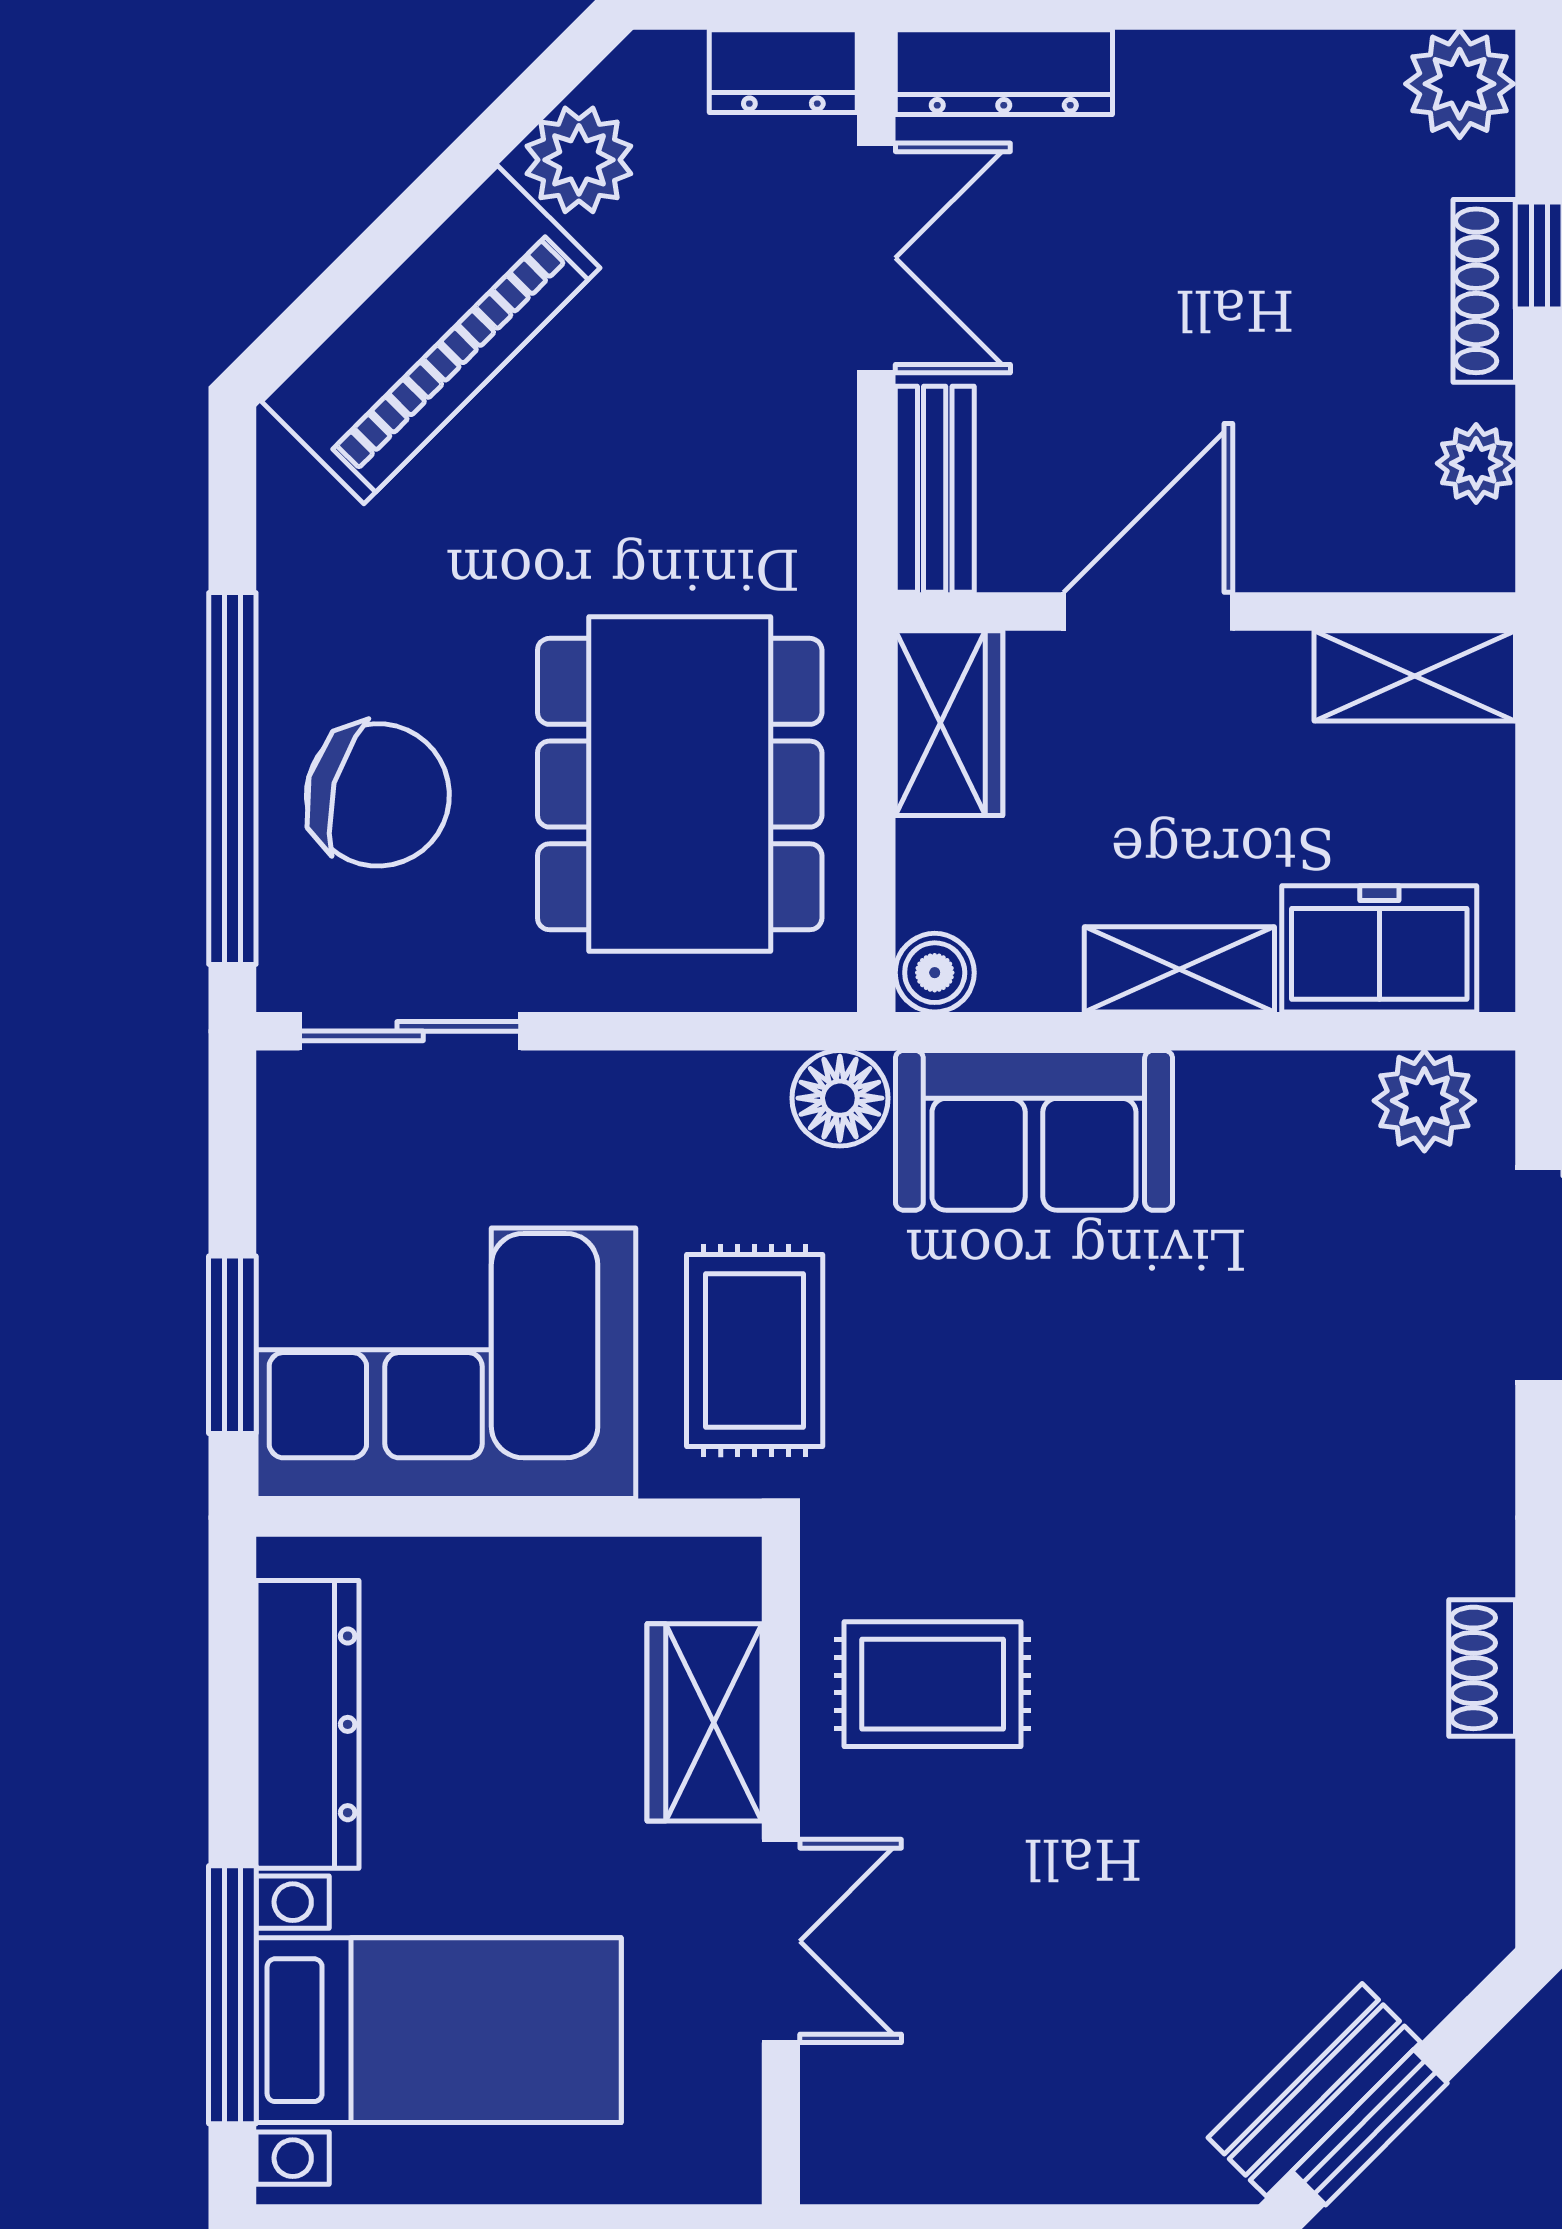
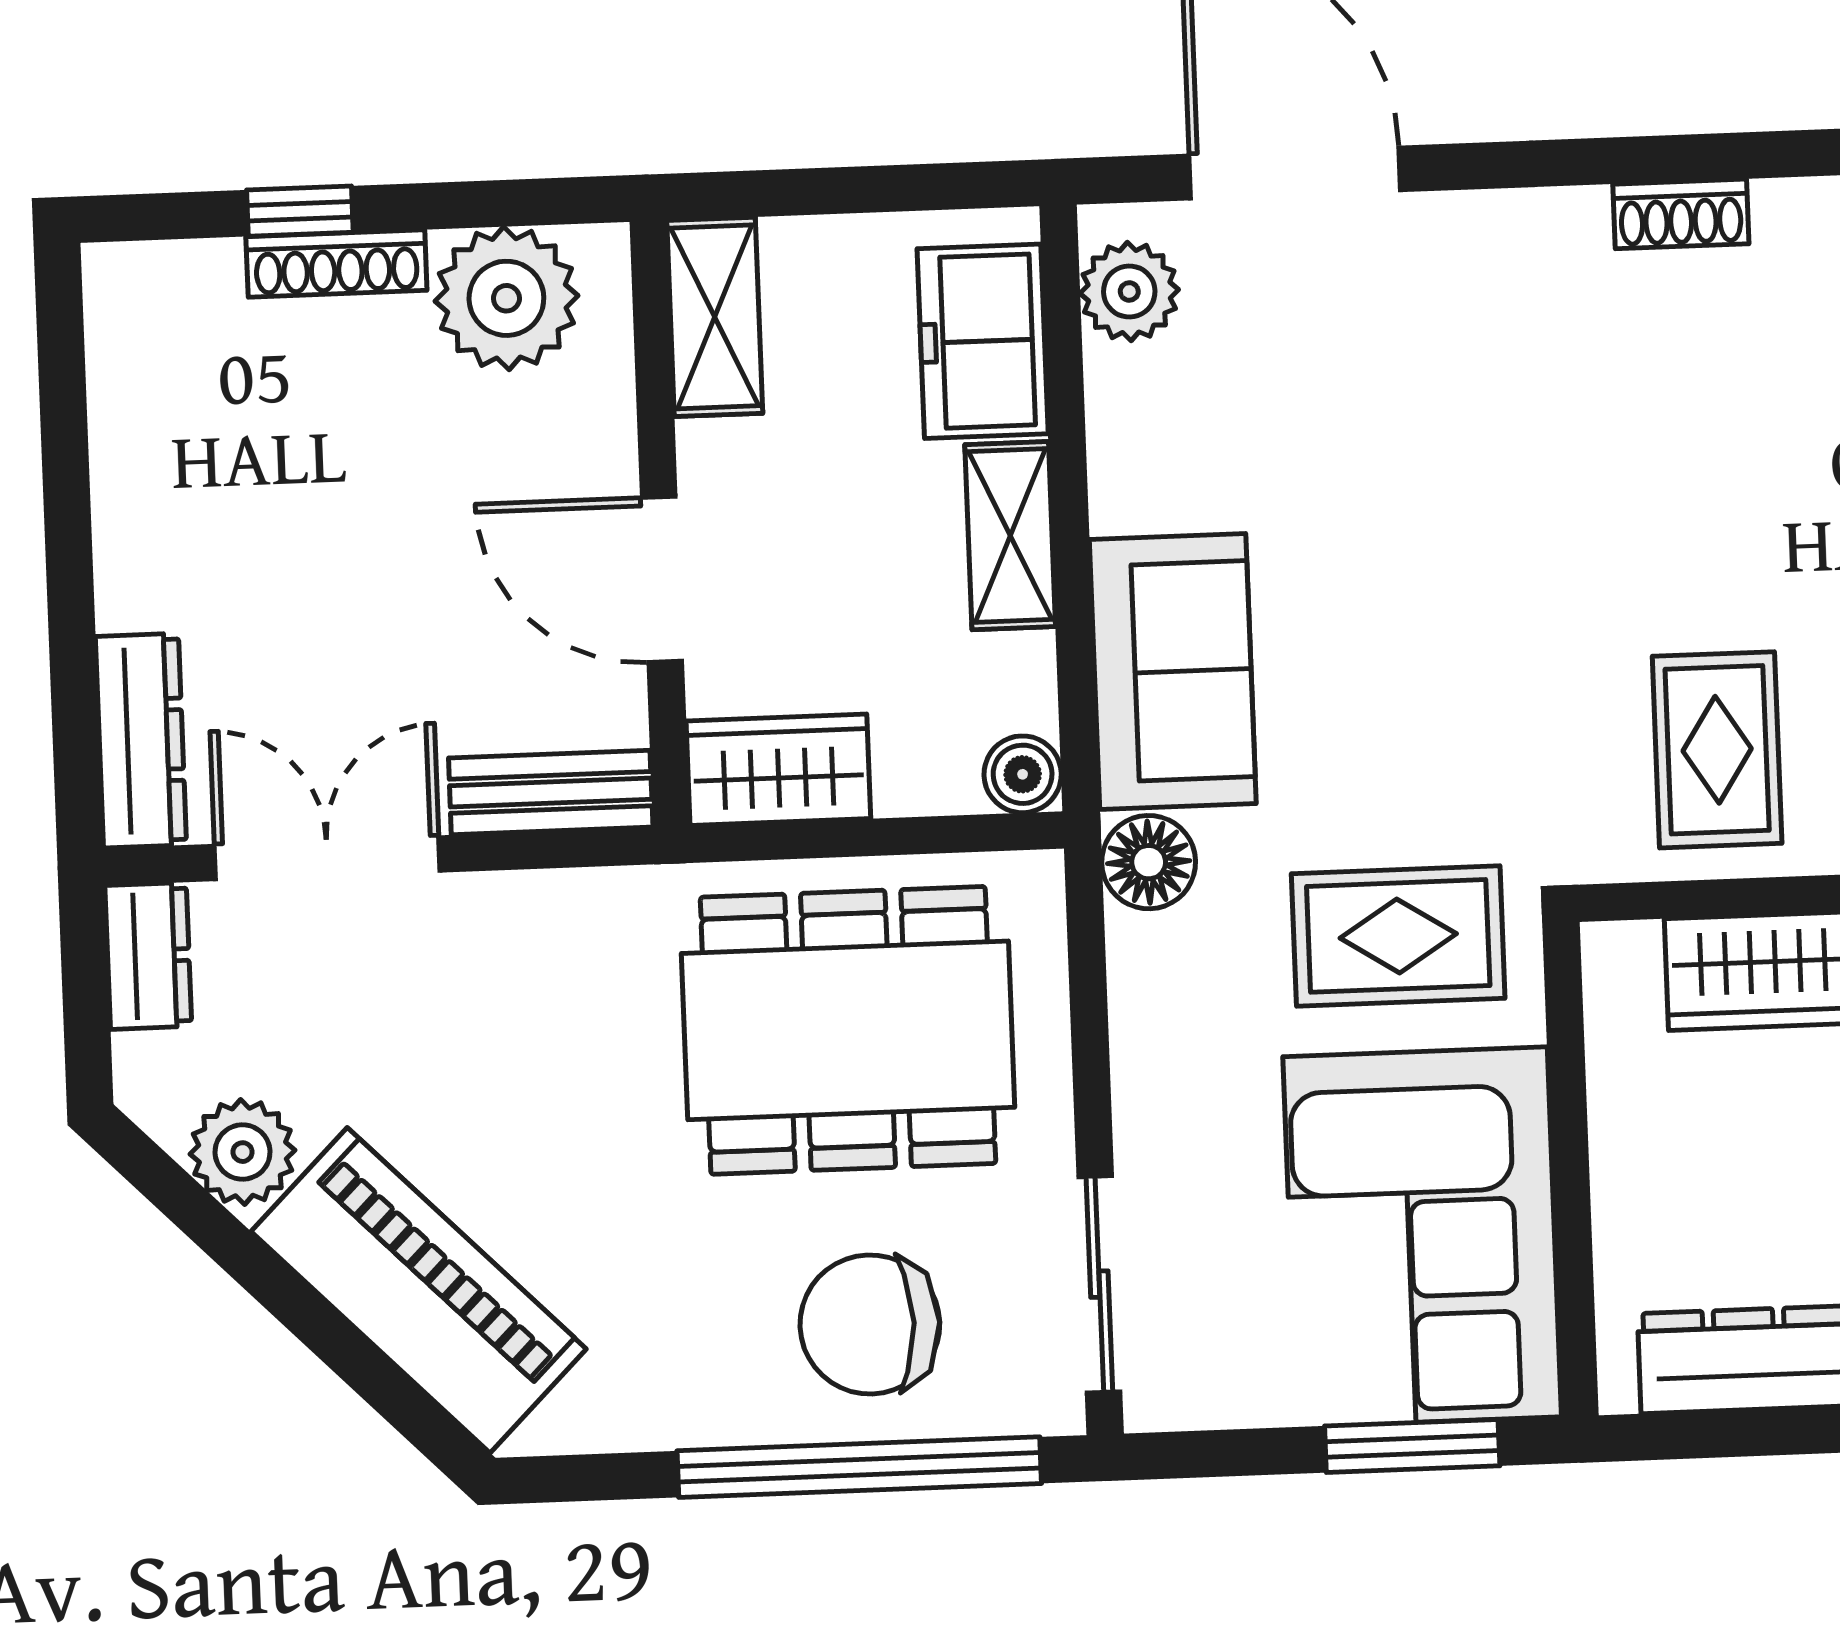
plant: (1460, 84) -> (135, 295), removed
plant: (1476, 463) -> (506, 298), width x1.87, depth x1.87
chair: (378, 795) -> (870, 1324), turned -105

